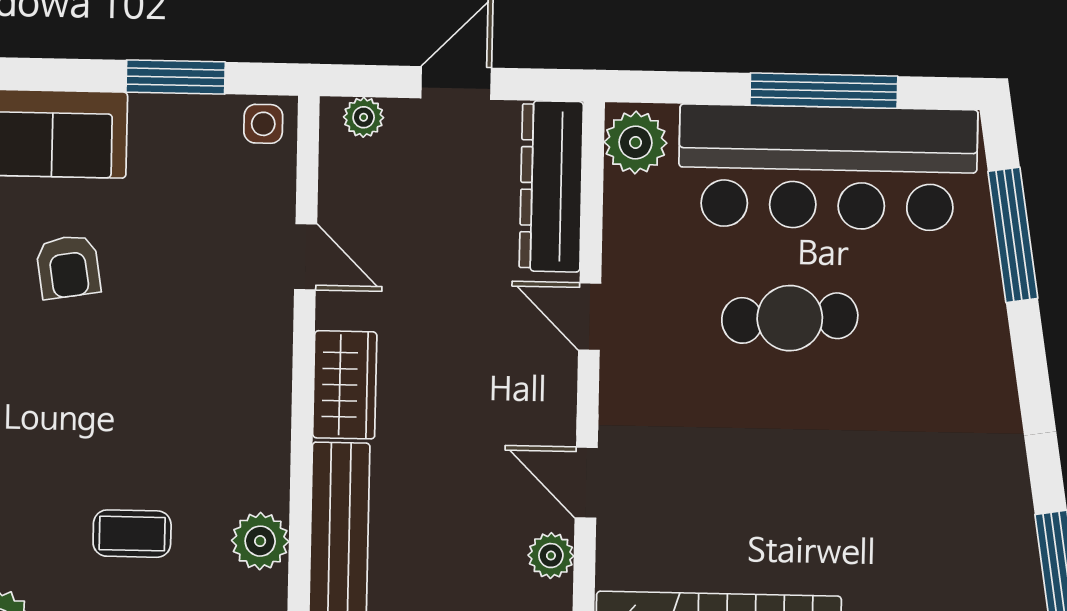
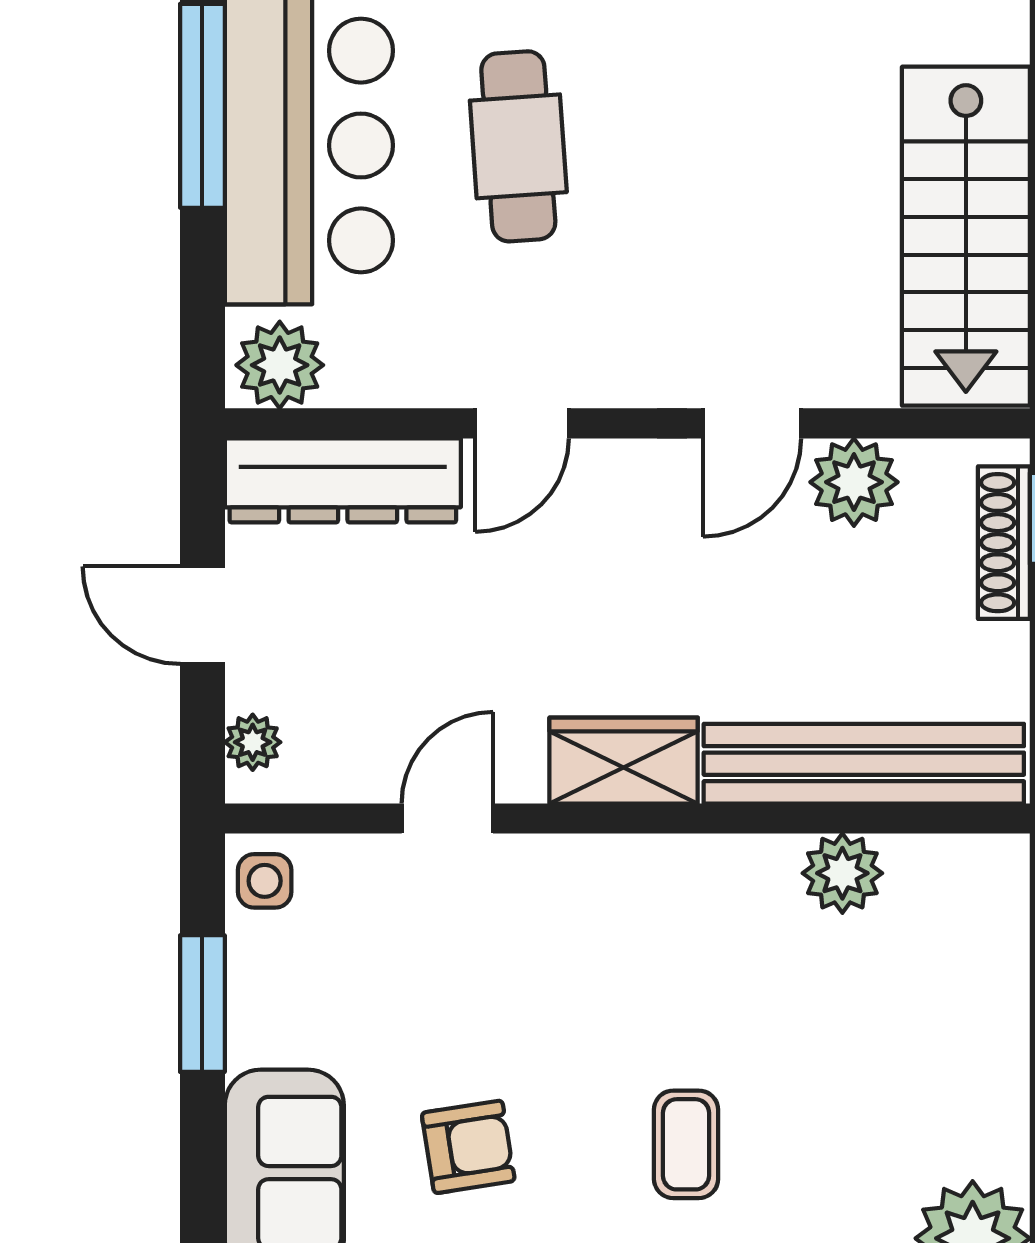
coffee table: (132, 534) -> (686, 1144), moved
plant: (551, 556) -> (854, 482), width x1.38, depth x1.38

